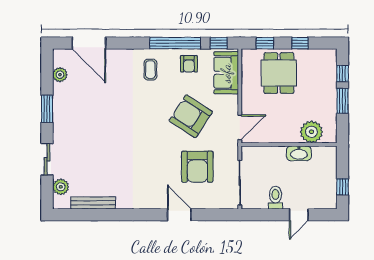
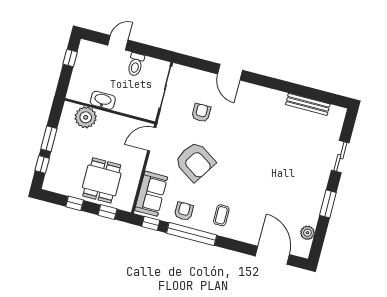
armchair: (197, 167) -> (201, 113), width x0.53, depth x0.53
plant: (61, 187) -> (334, 127), removed

